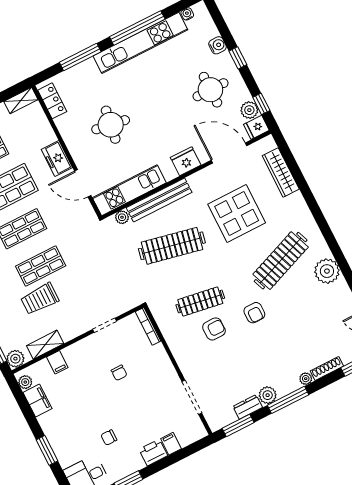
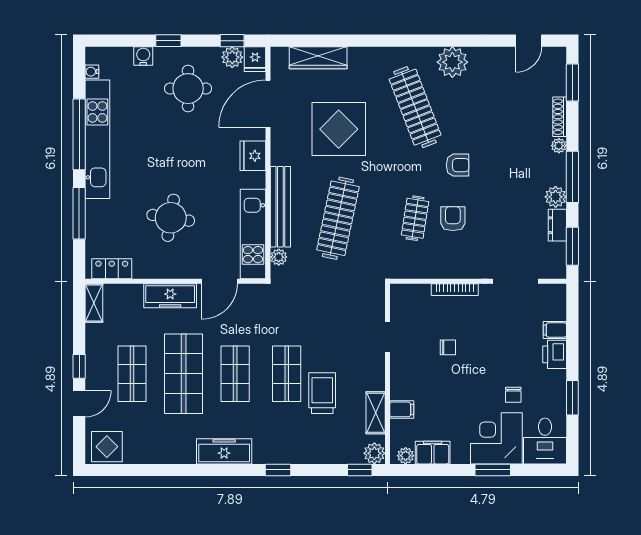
freezer: (57, 159) -> (170, 296), width x1.40
trolley: (40, 299) -> (322, 393), turned 180
clothes rail: (200, 301) -> (415, 218), width x0.73
bookcase: (148, 326) -> (455, 290), moved
corner desk: (71, 441) -> (496, 438), added

